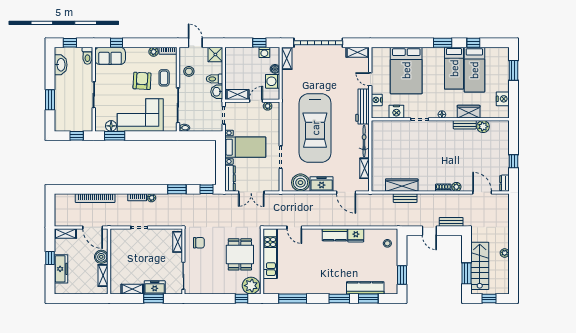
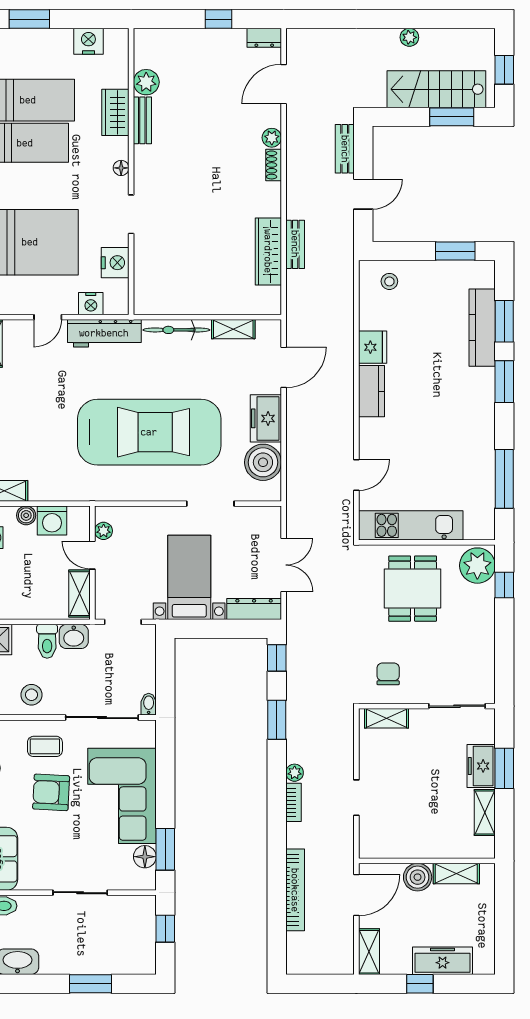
dining table: (240, 254) -> (413, 589), turned 90

